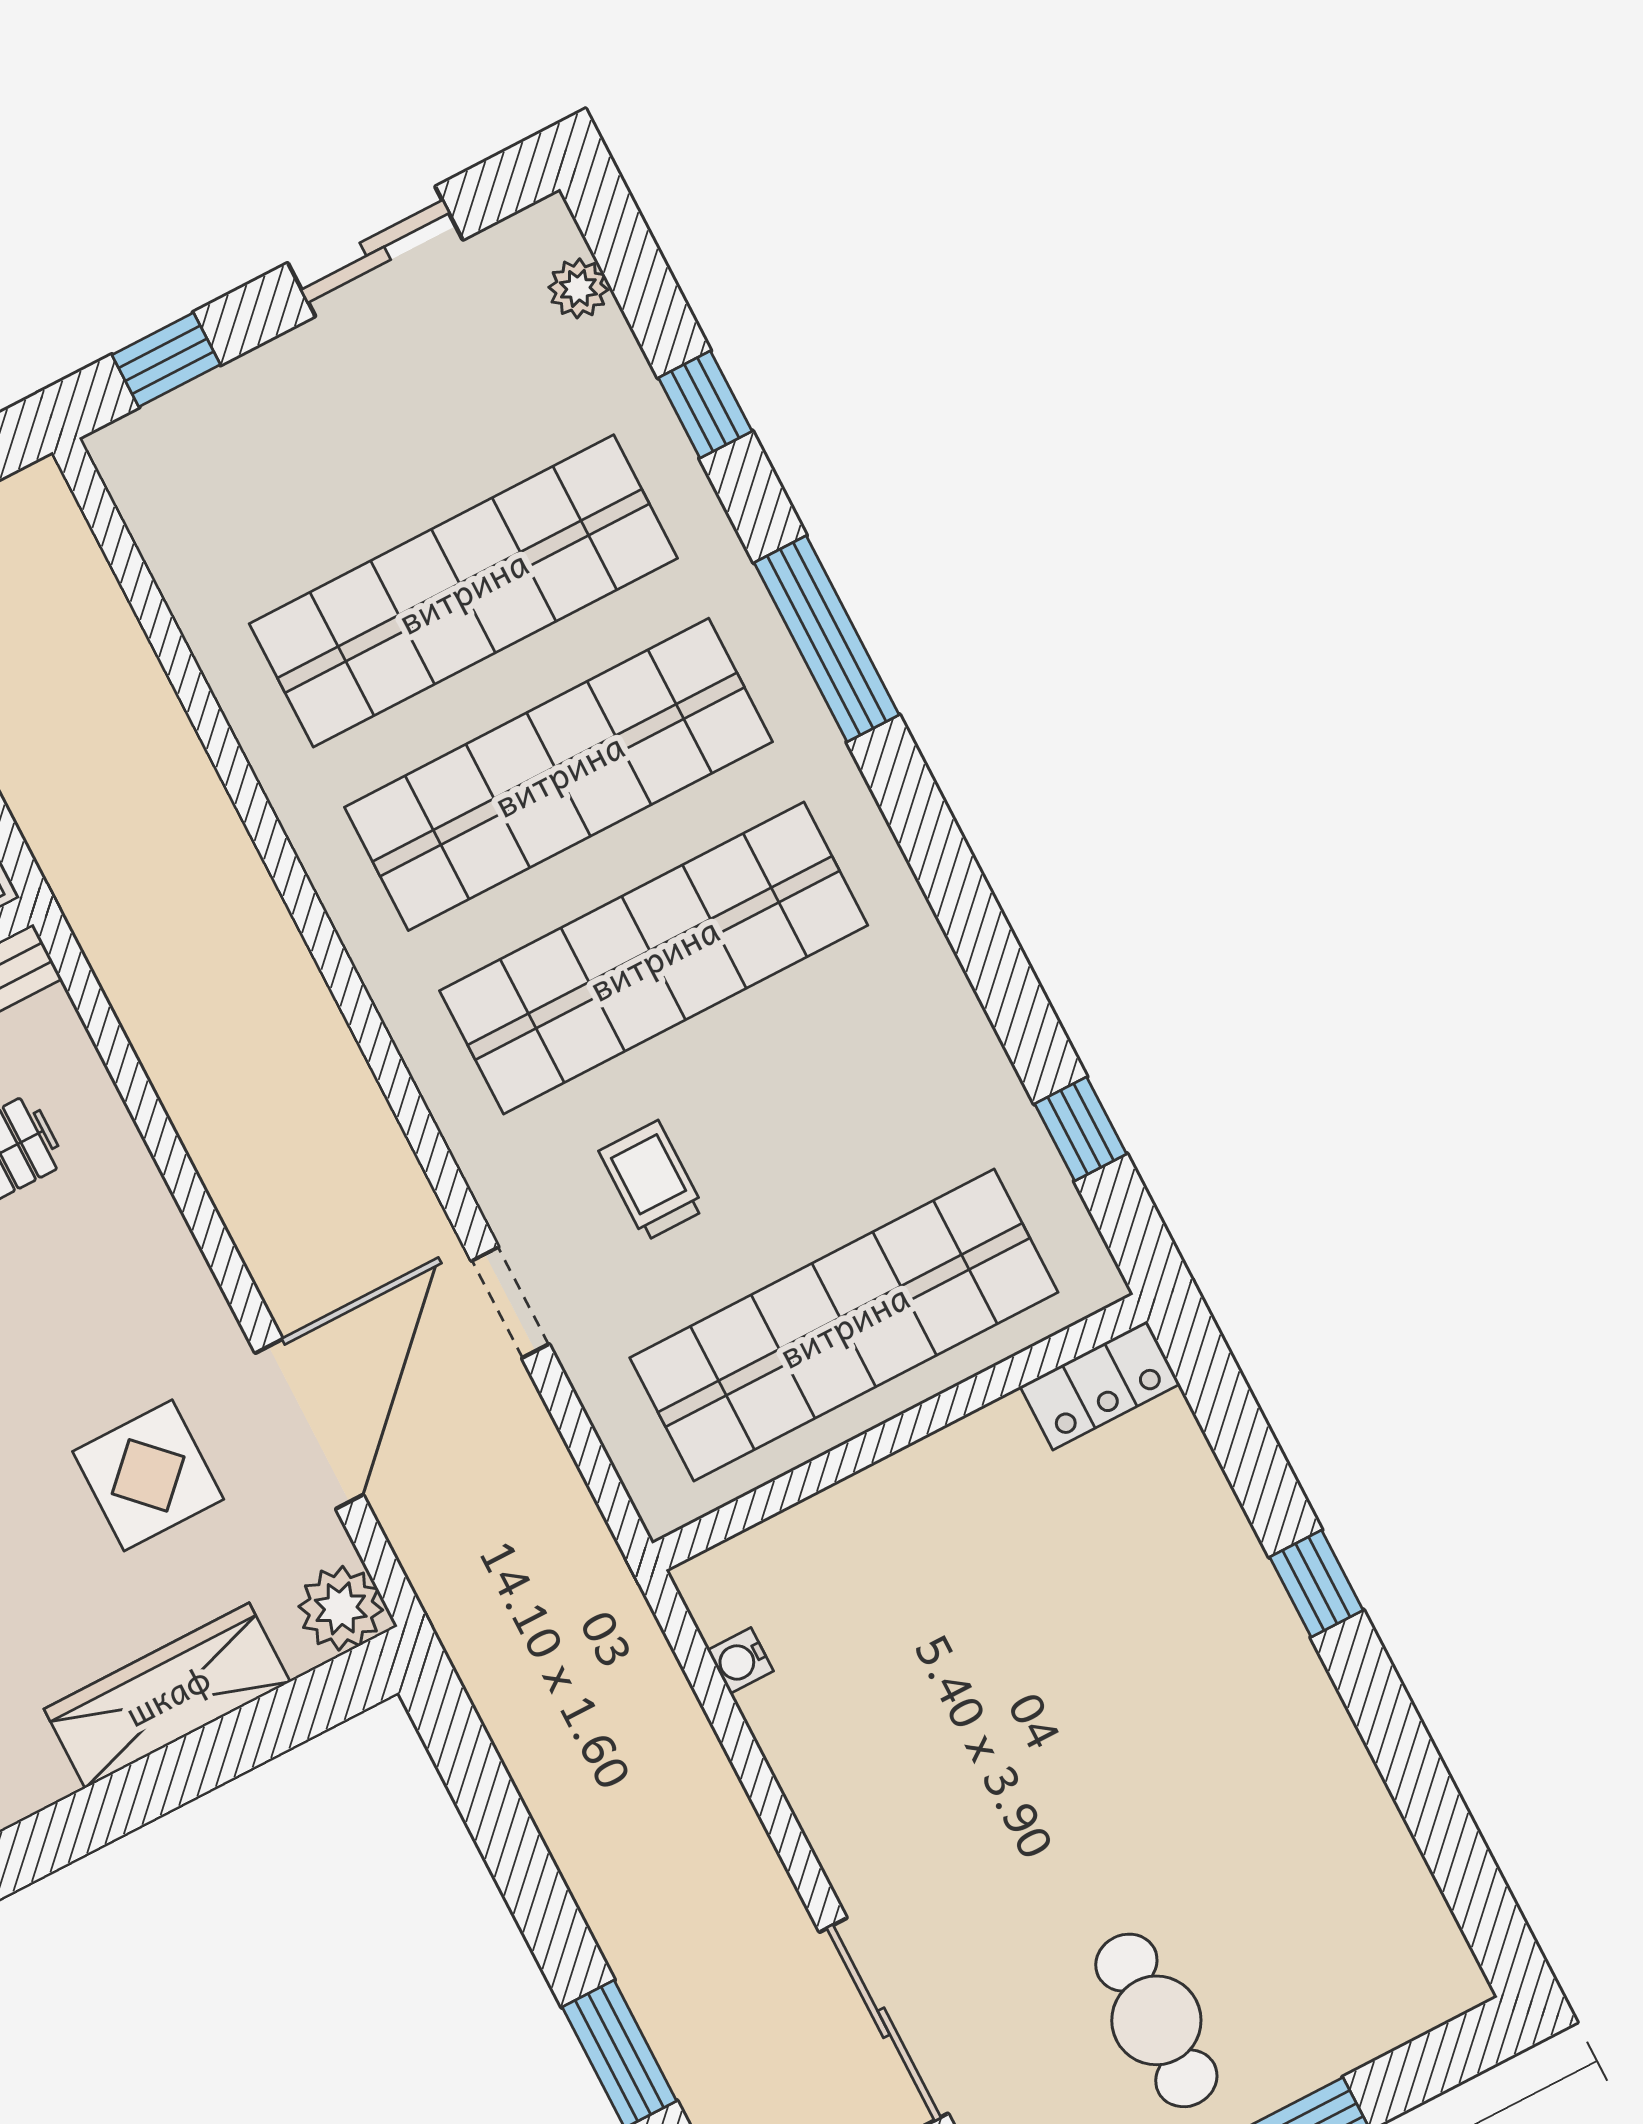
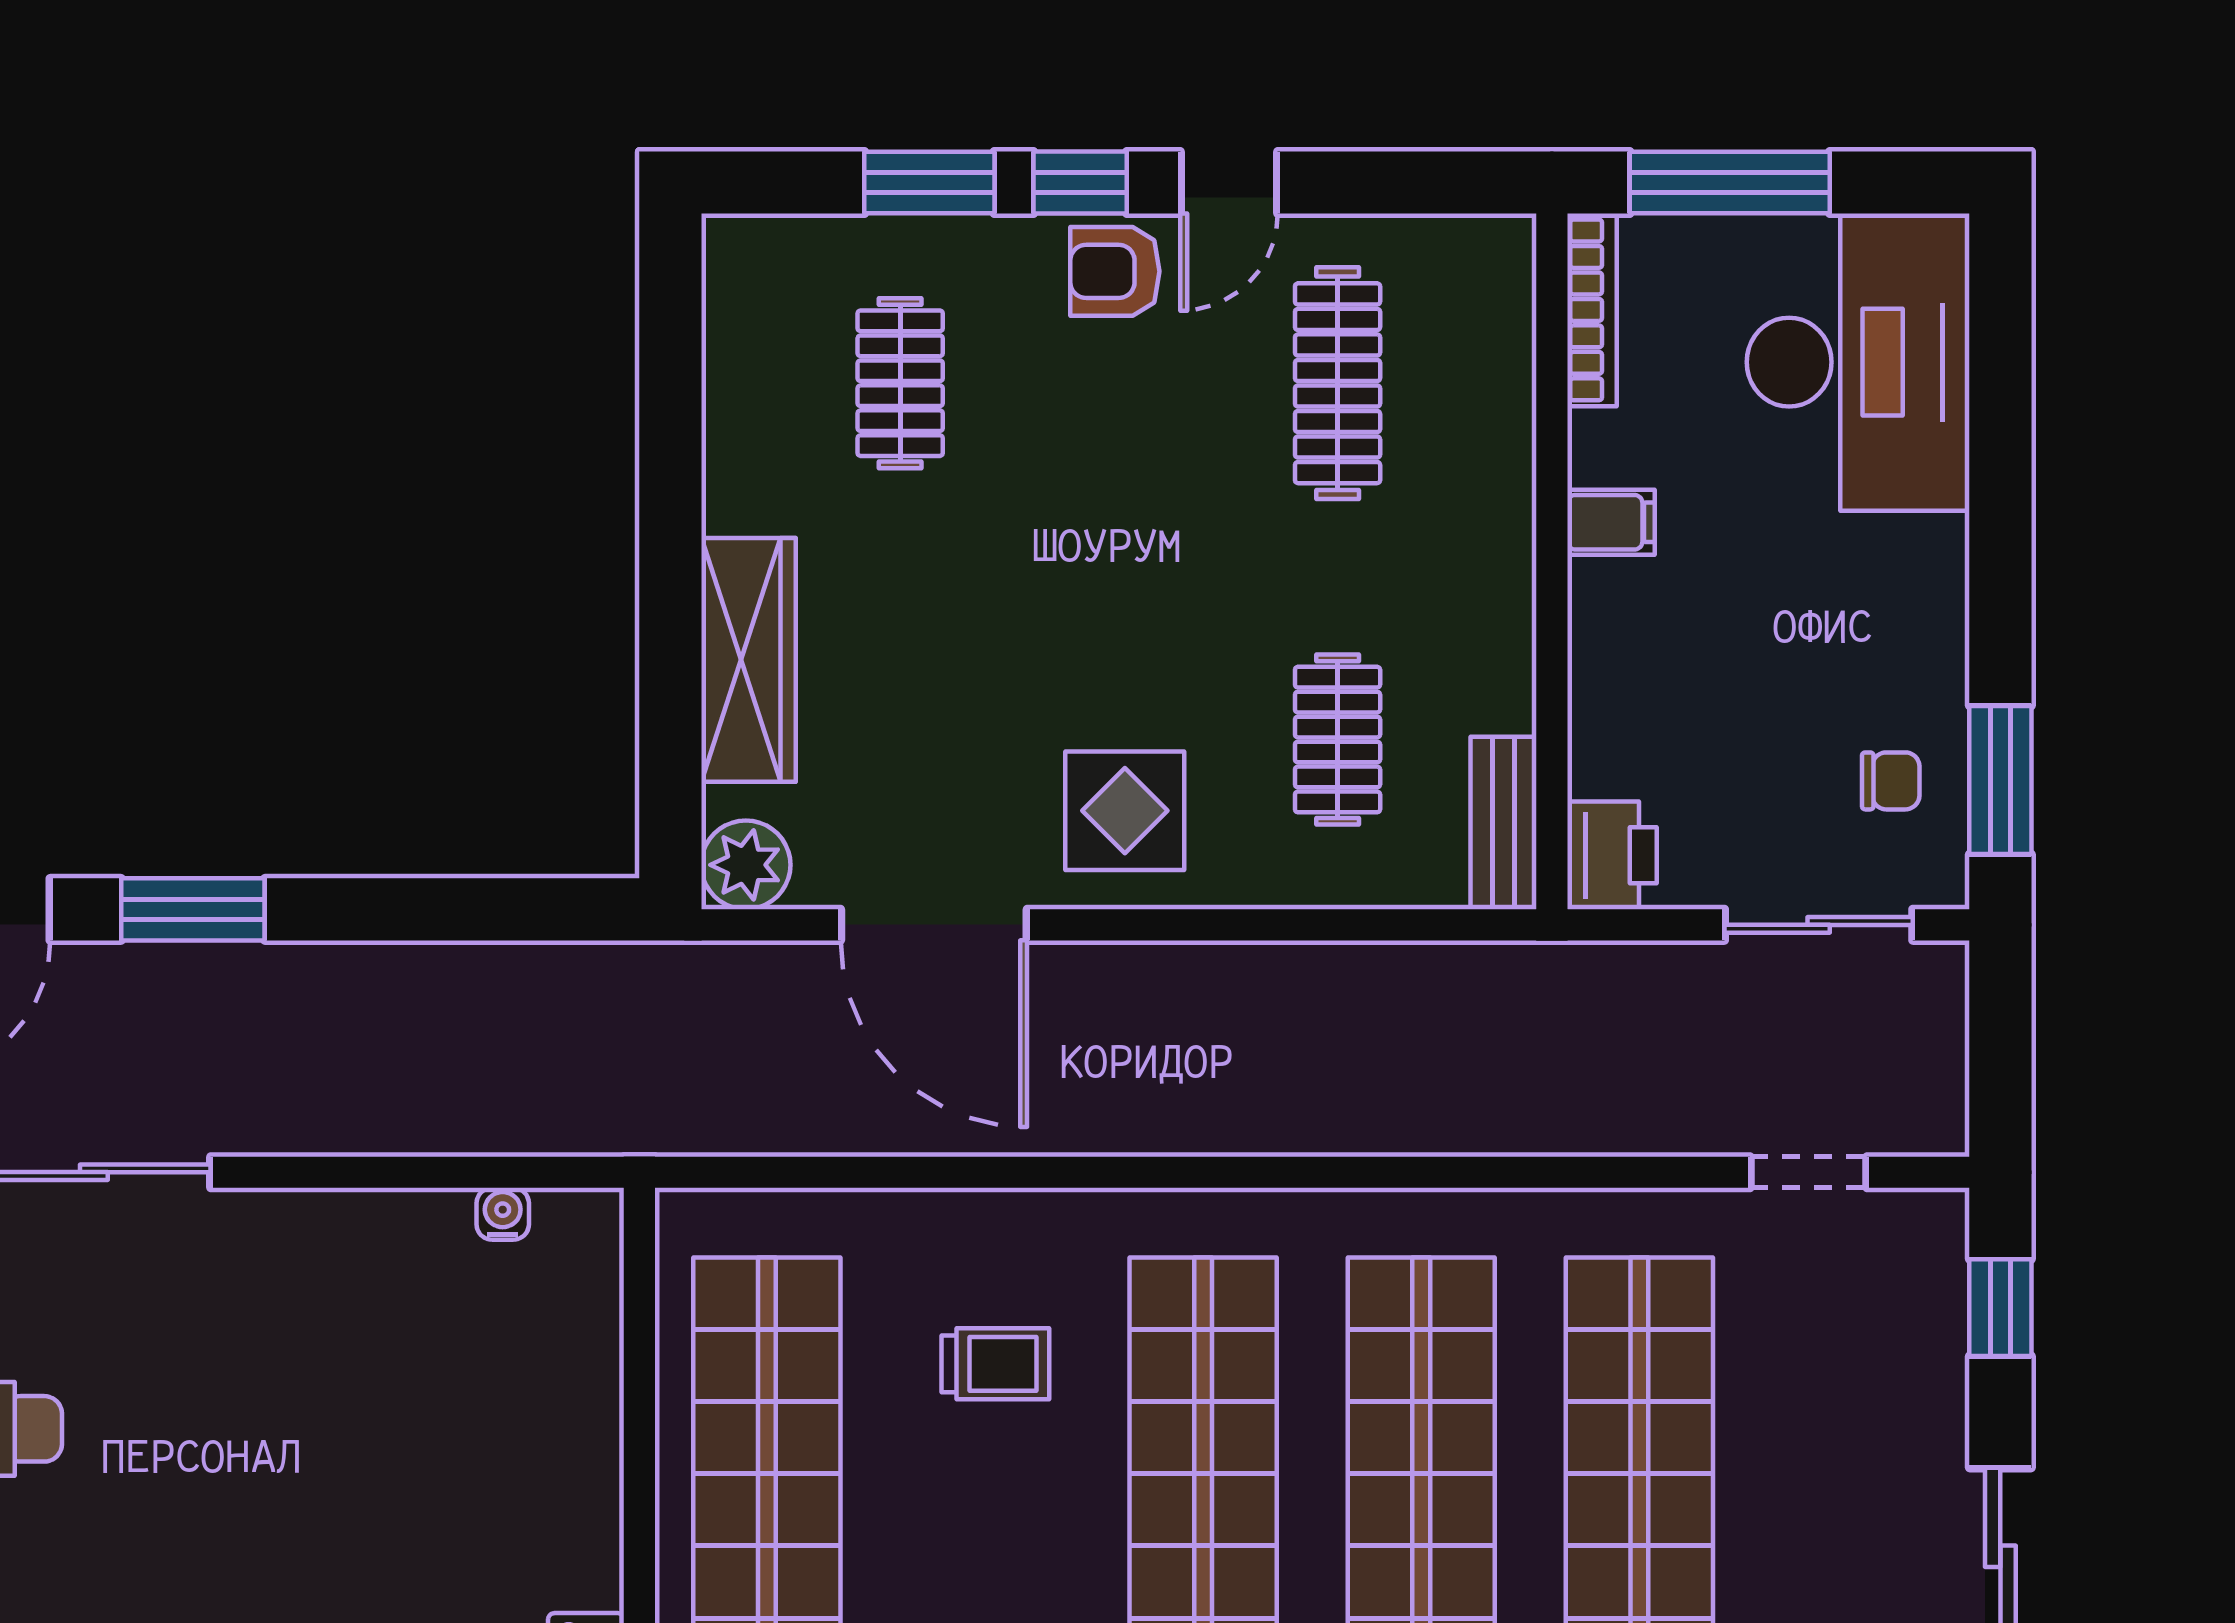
doorway: (510, 1303) -> (1809, 1172), moved
display table: (148, 1475) -> (1125, 811), moved

